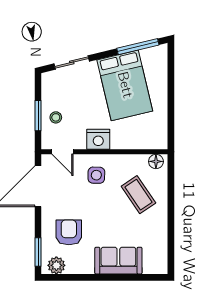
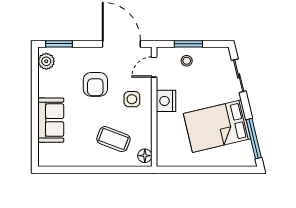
coffee table: (138, 195) -> (113, 139), turned 55
armchair: (69, 232) -> (95, 84), moved, turned 90

